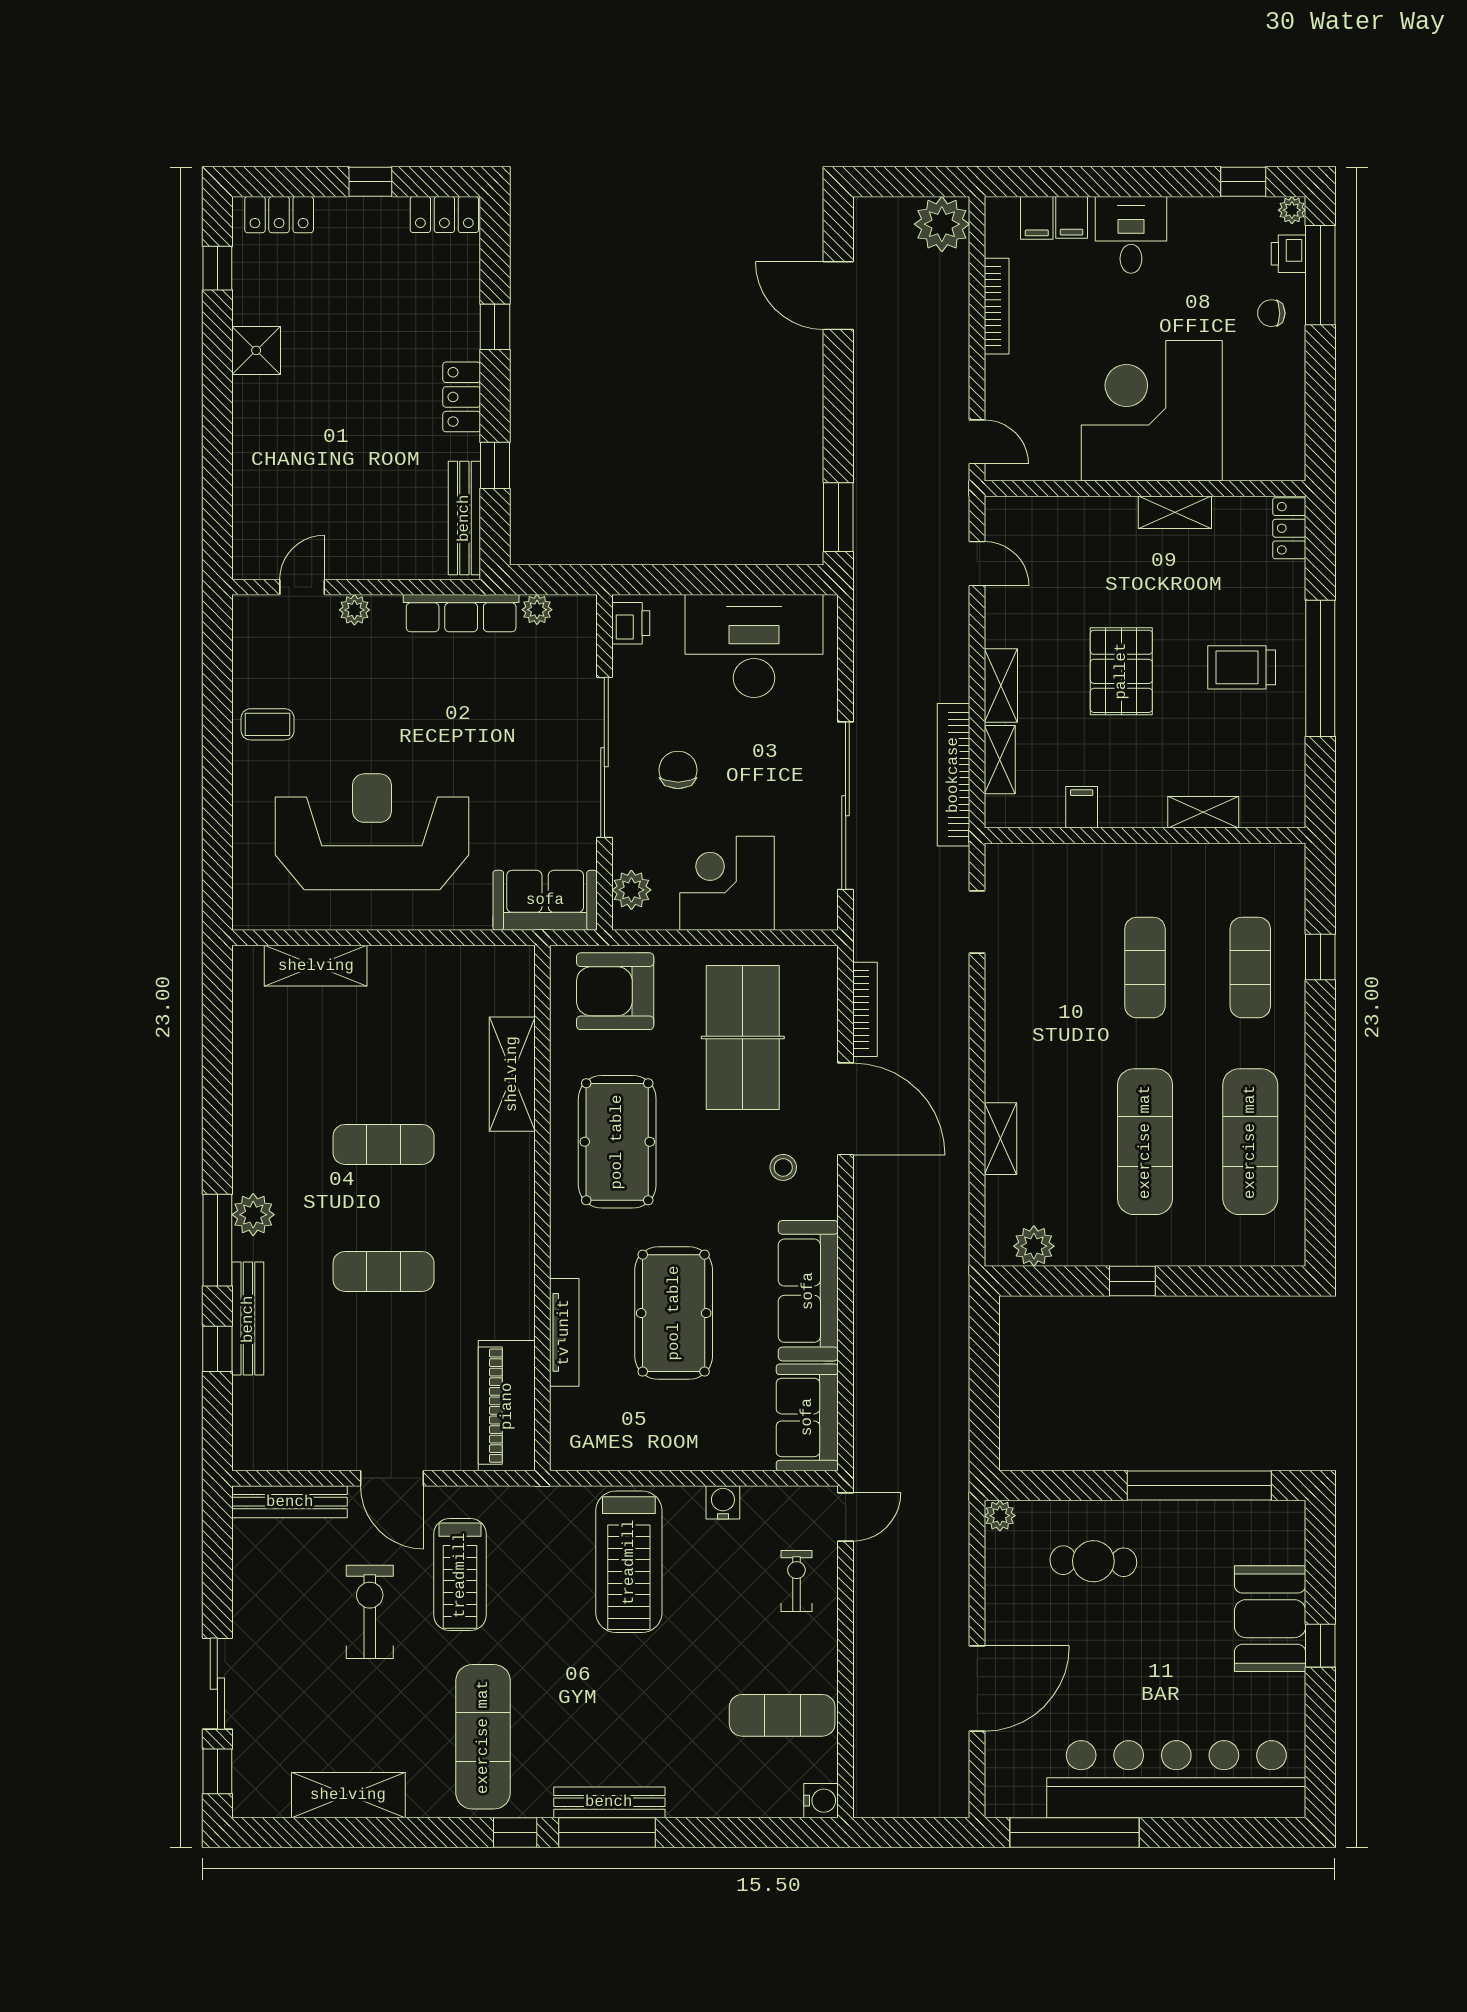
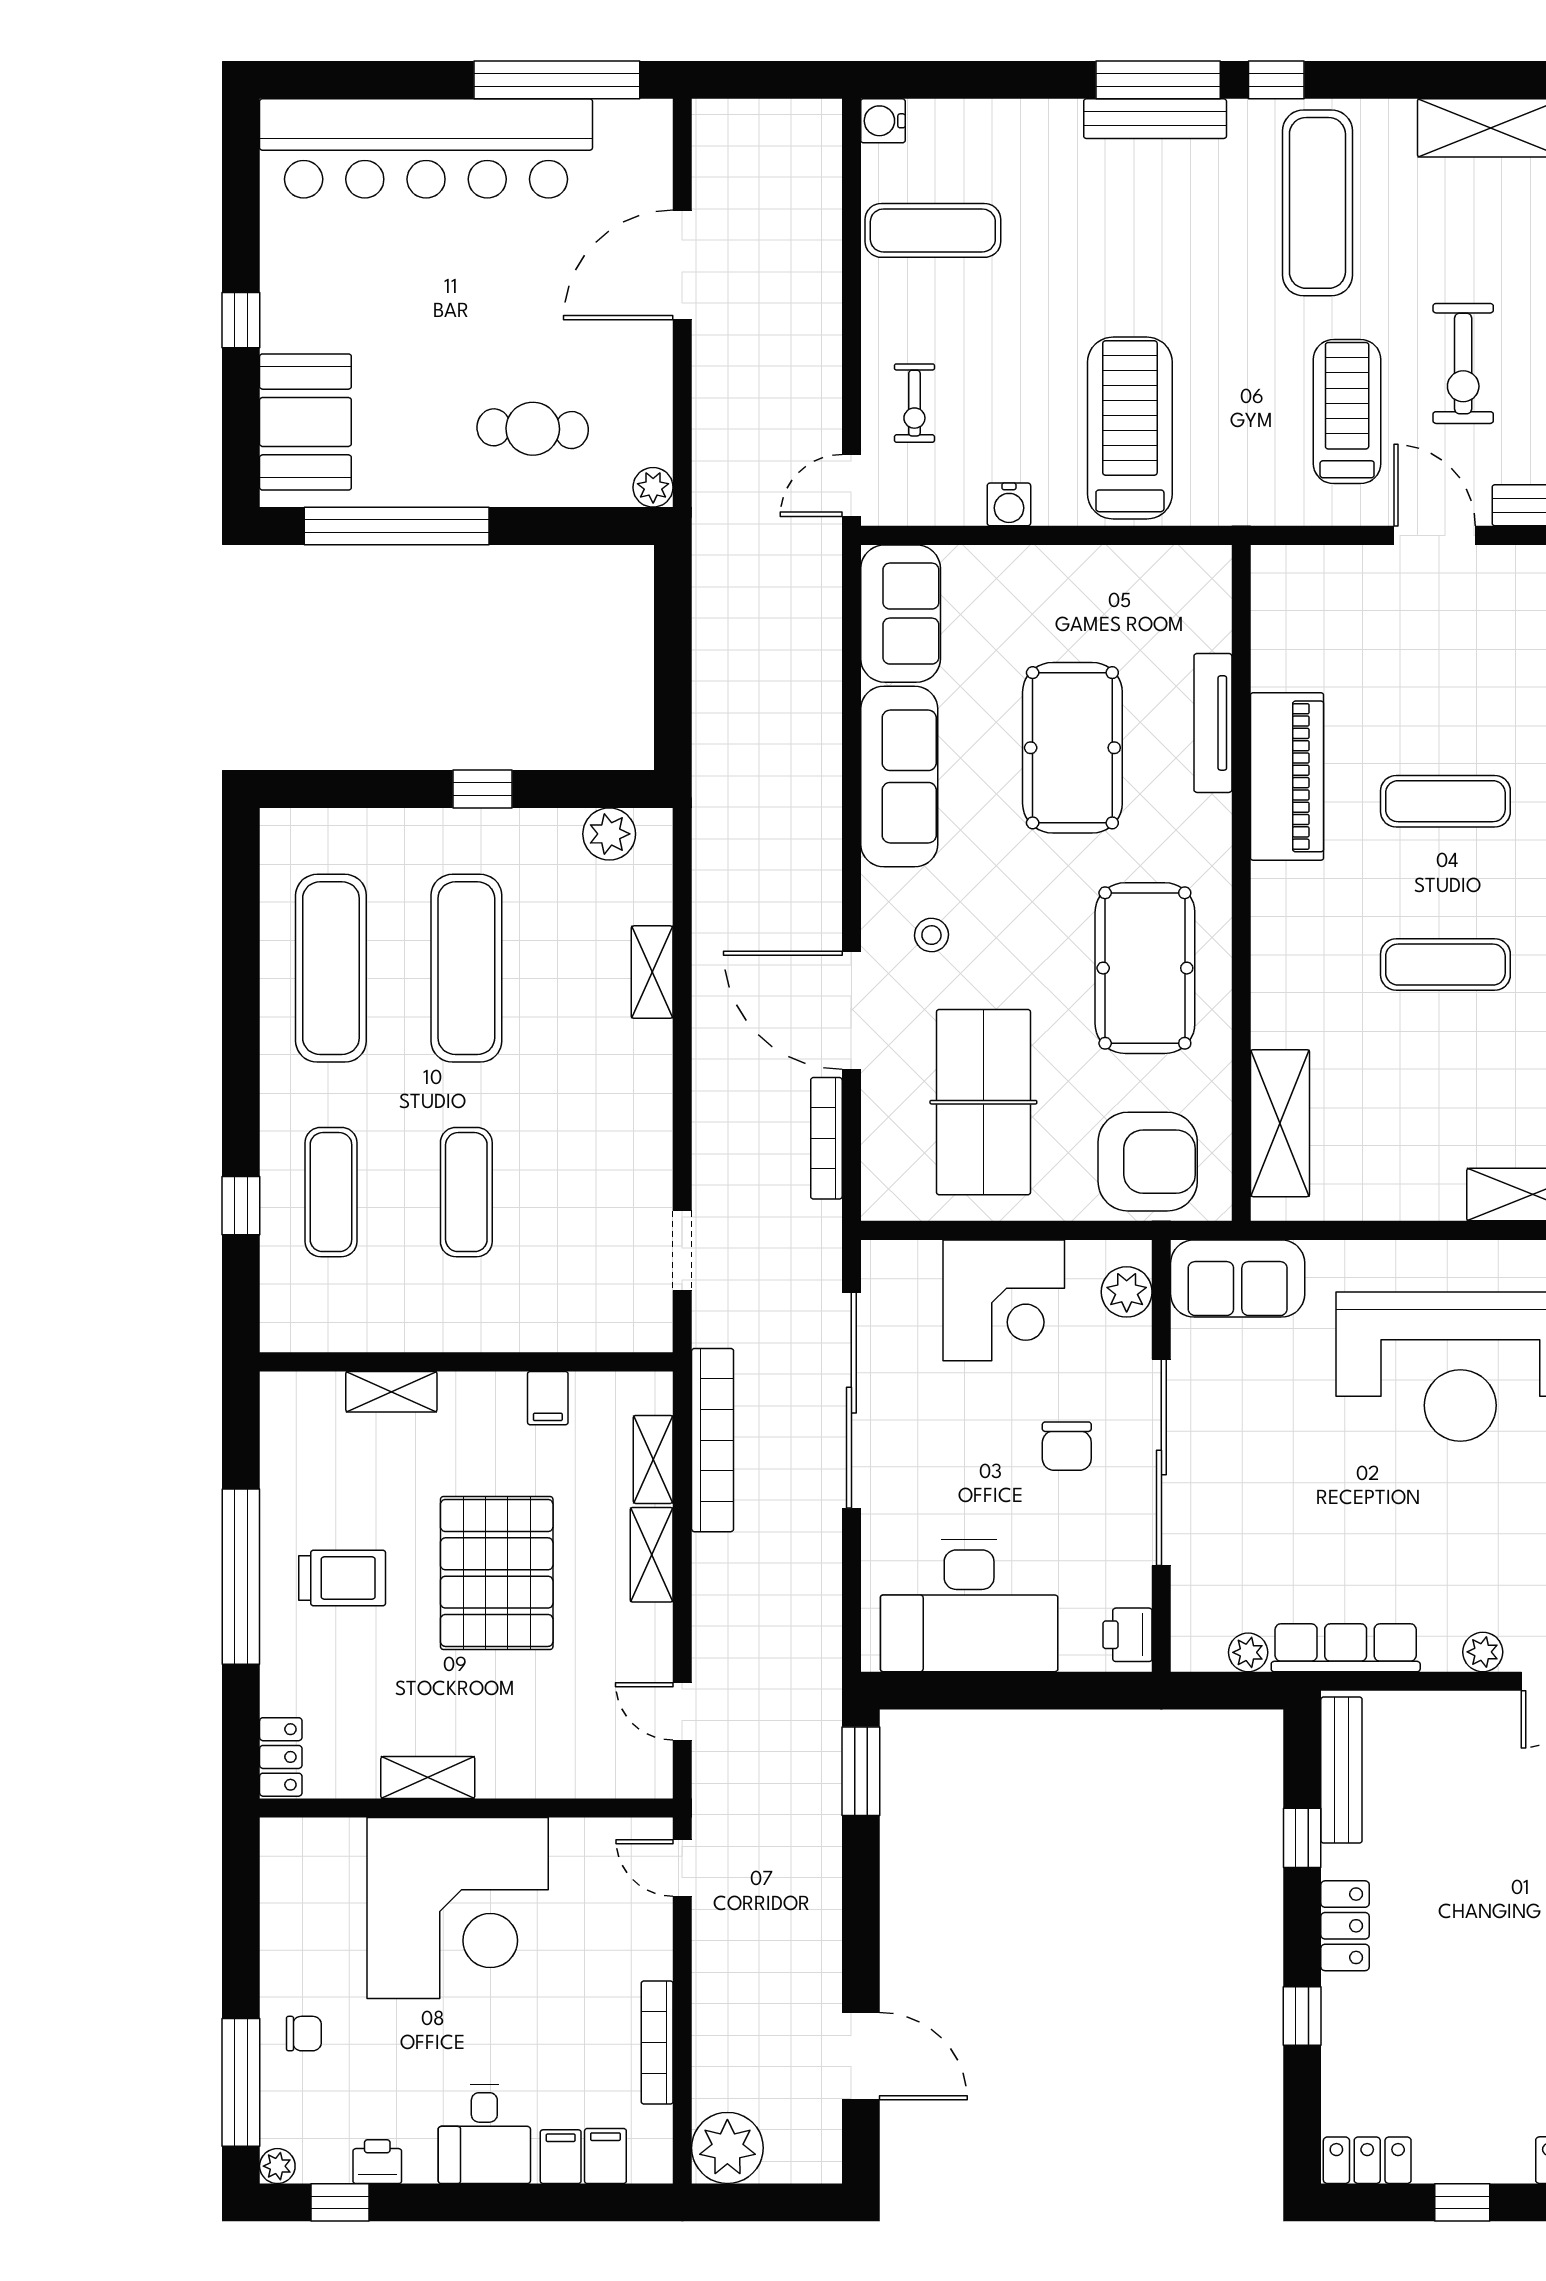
printer: (1289, 254) -> (377, 2162), moved, turned -90
pallet: (1121, 671) -> (497, 1573), width x1.37, depth x1.41
shelving: (512, 1074) -> (1280, 1123), moved
piano: (507, 1406) -> (1287, 776), moved
booth: (1270, 1619) -> (305, 422), moved

